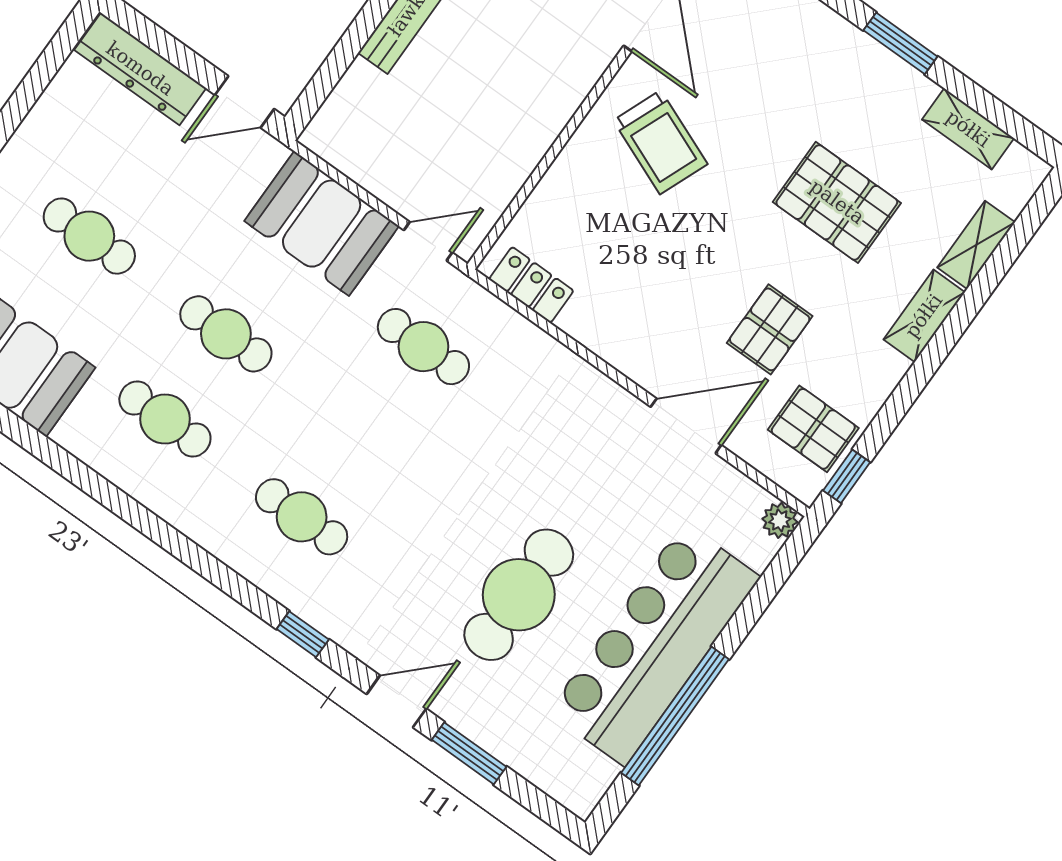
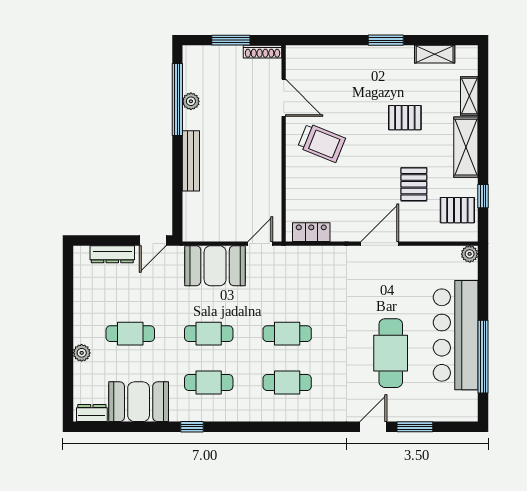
dresser: (140, 69) -> (112, 254), width x0.73, depth x0.80
pallet: (837, 202) -> (405, 118), width x0.67, depth x0.71
shelving: (924, 316) -> (466, 147), width x1.50, depth x1.33
cafe table: (423, 347) -> (287, 334), moved
door: (686, 426) -> (380, 244), moved
window: (847, 476) -> (483, 196), moved
window: (303, 634) -> (192, 427), moved

